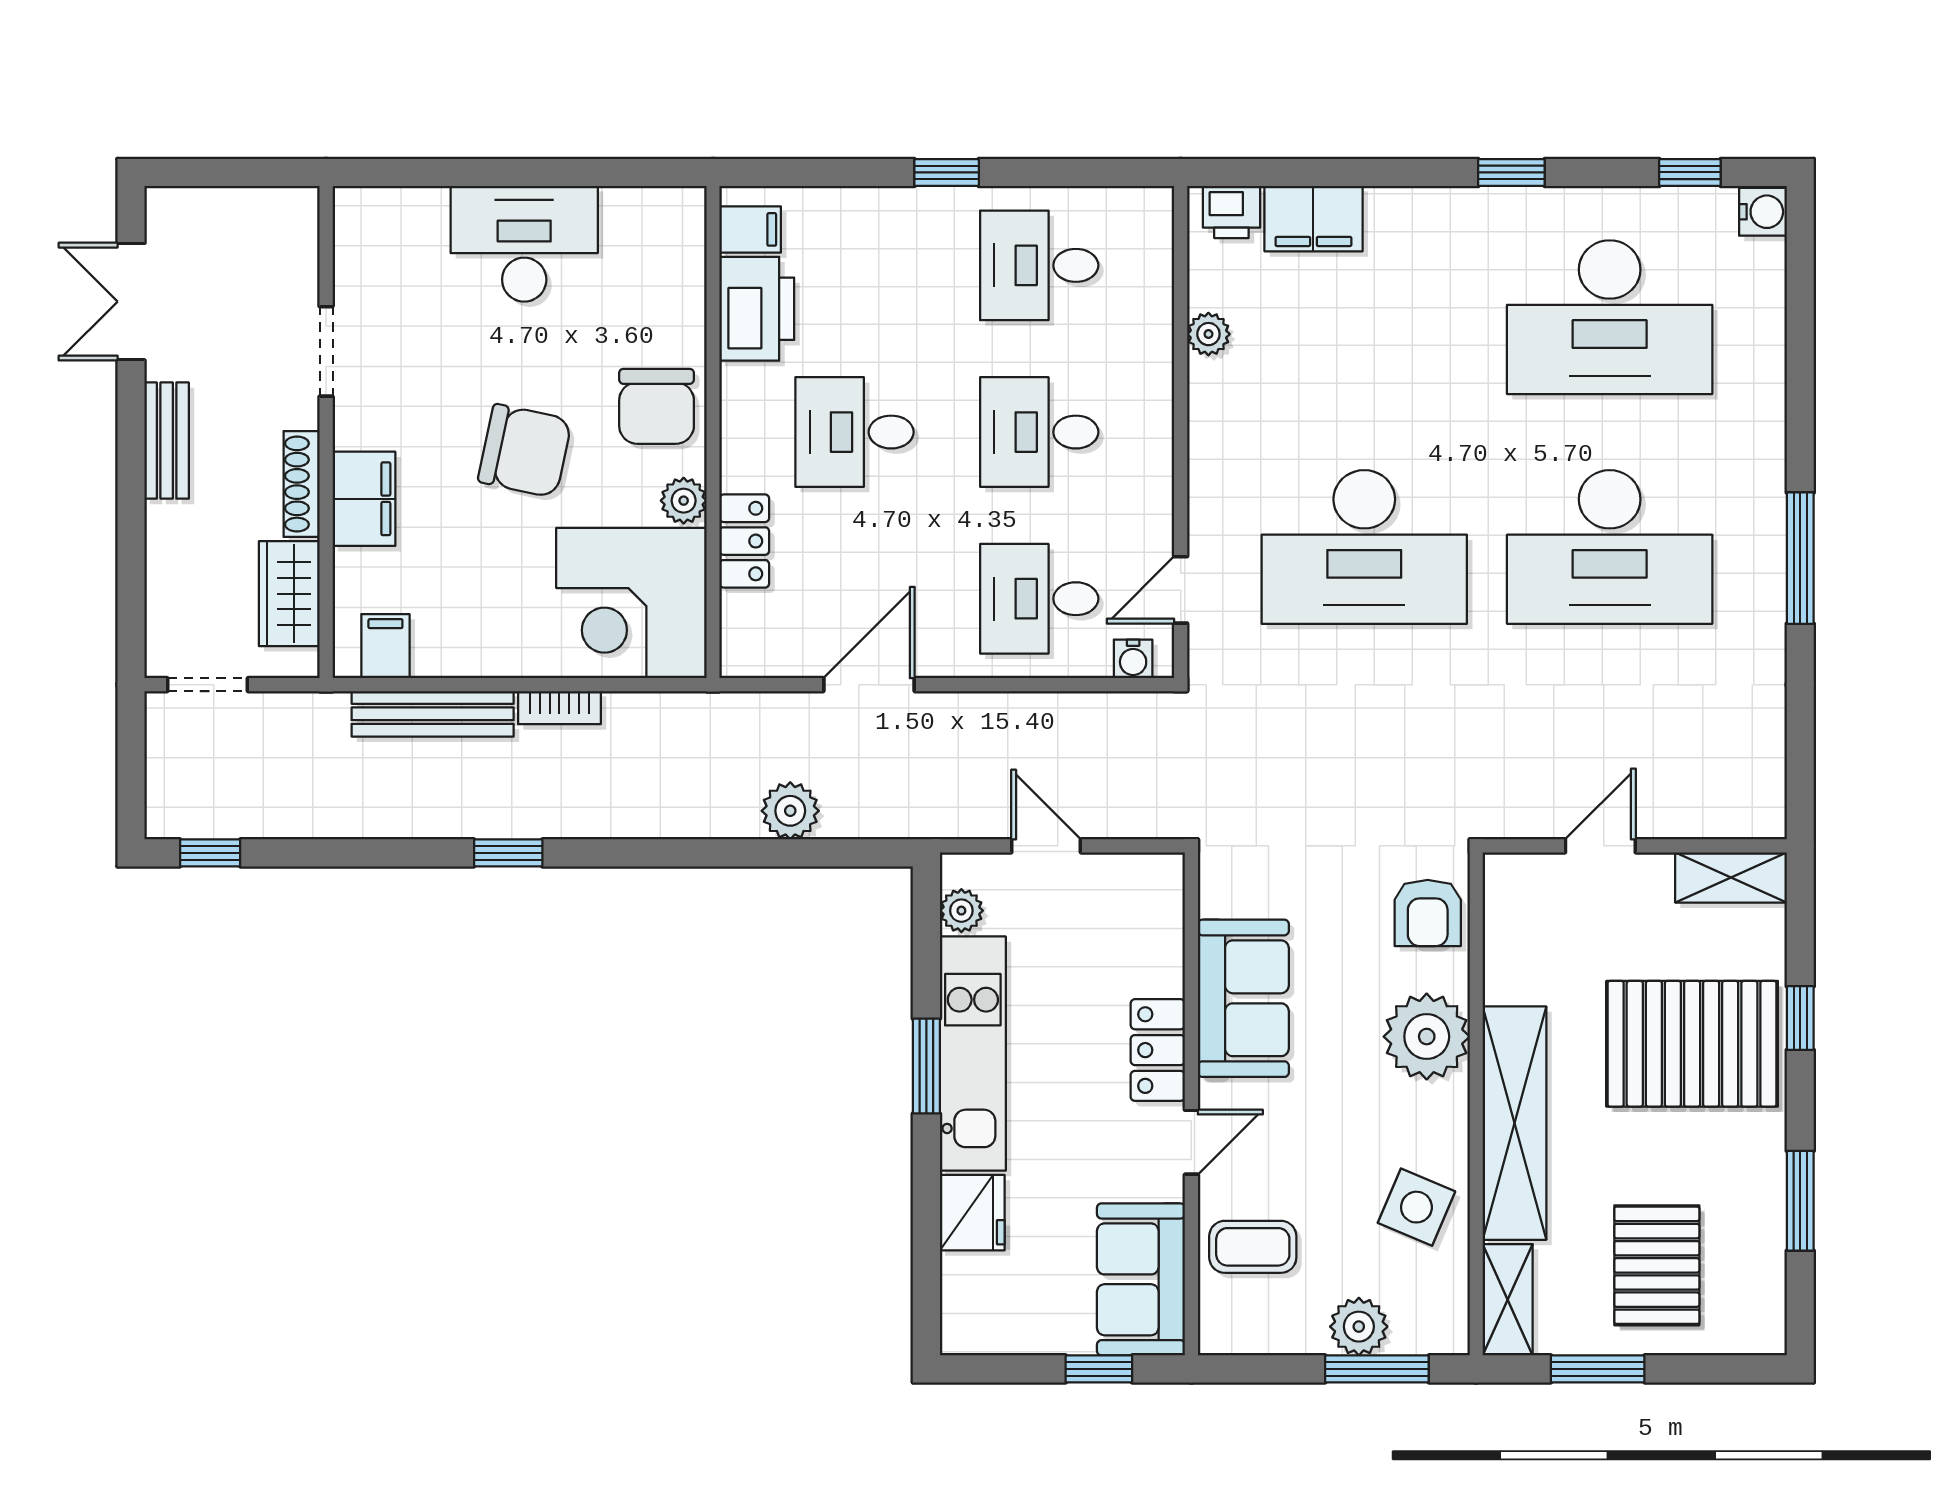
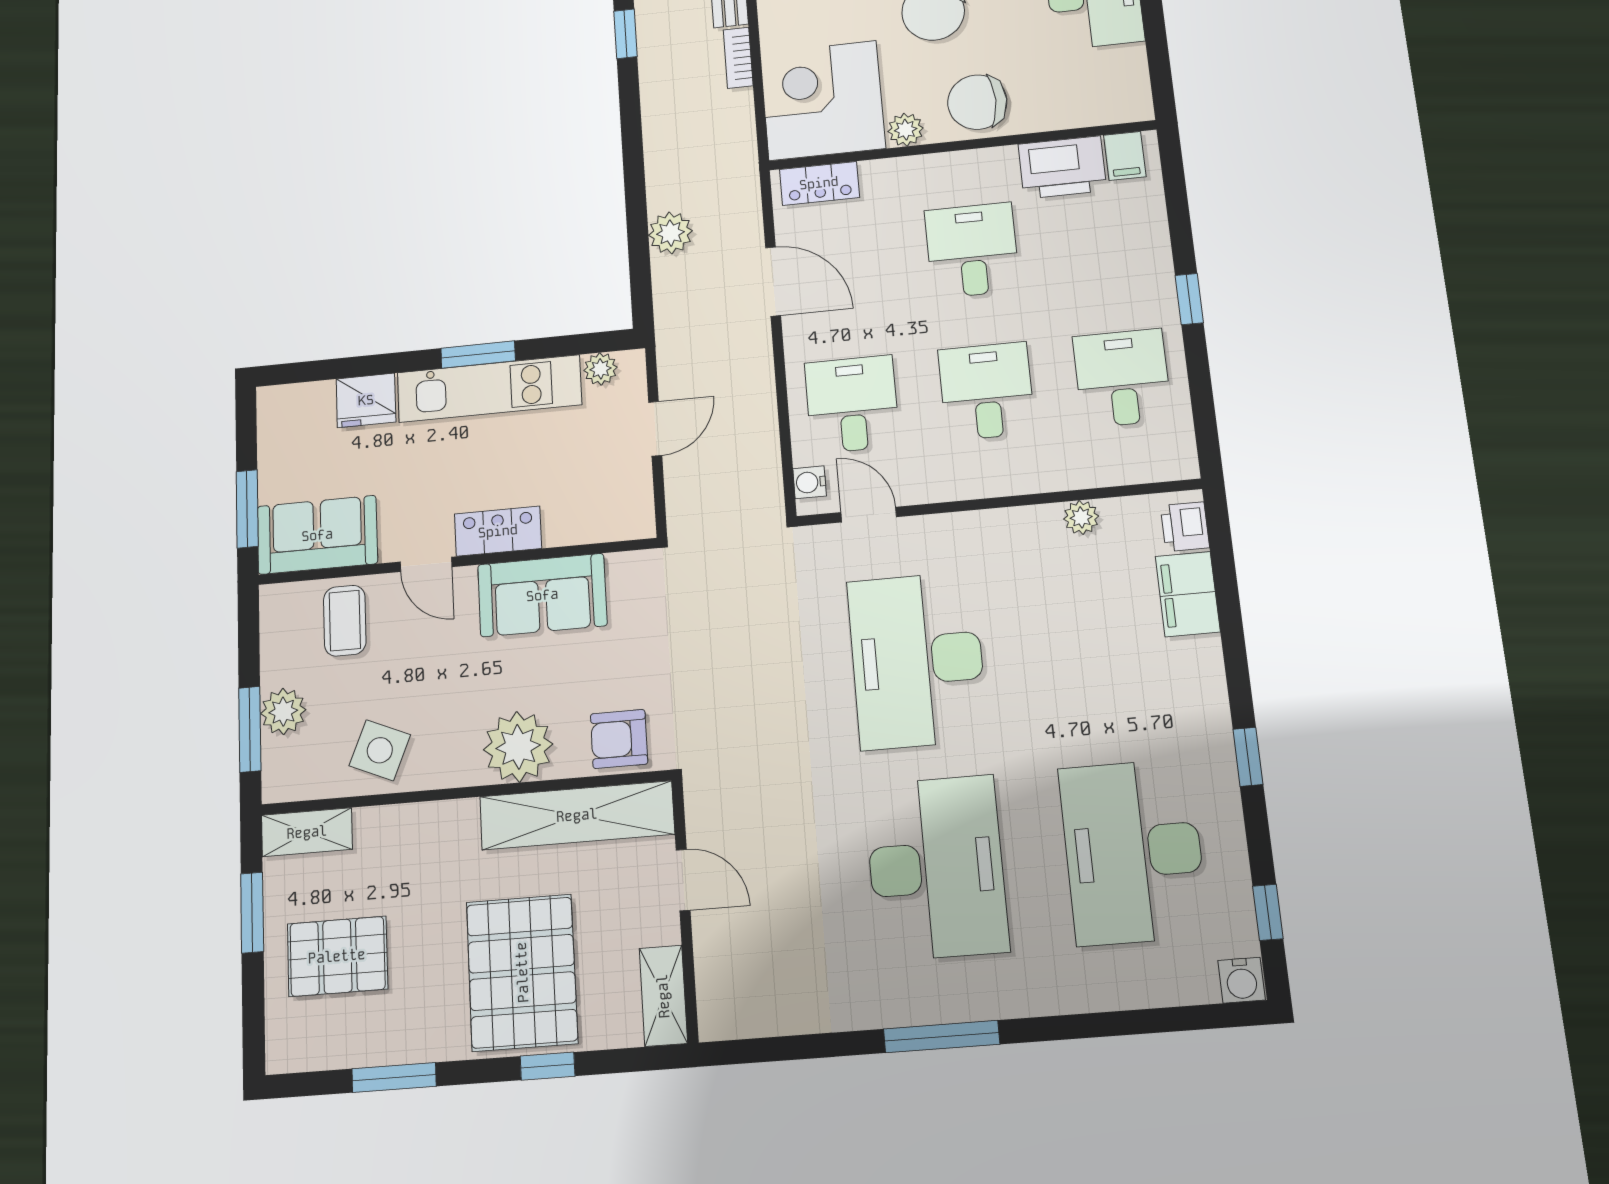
locker: (744, 541) -> (819, 183), moved
desk: (1610, 547) -> (936, 868), turned 180
shelving: (1514, 1123) -> (577, 815), moved
window: (1099, 1369) -> (247, 509), width x1.50

